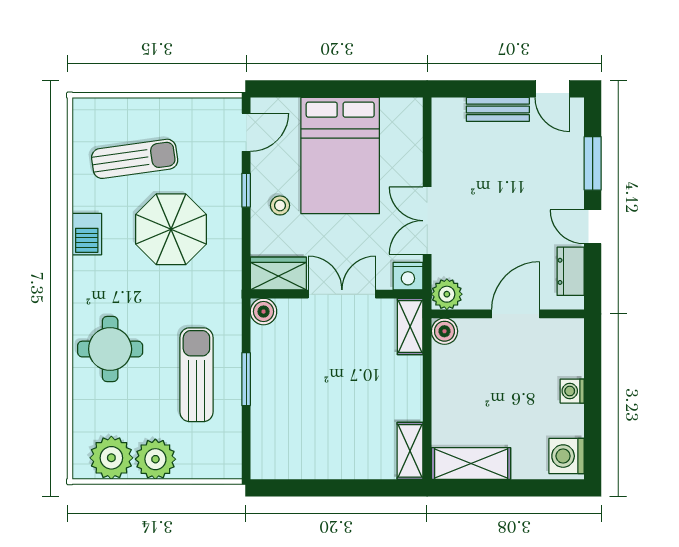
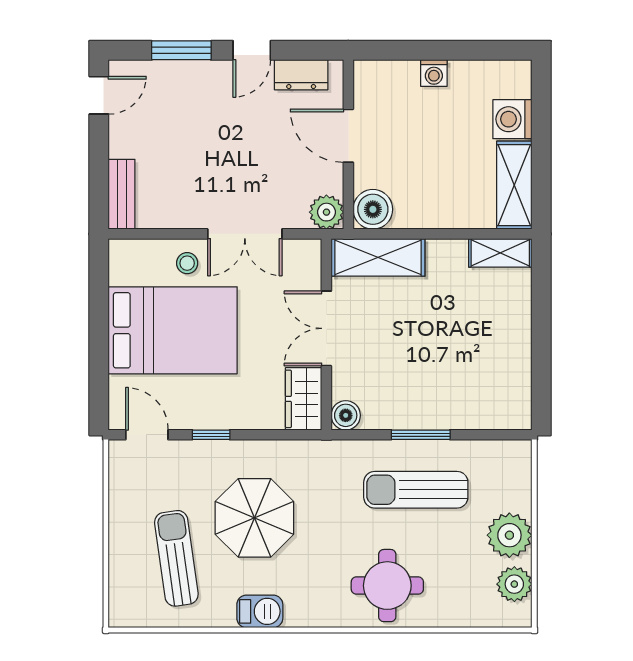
bench: (498, 109) -> (122, 194), moved
stool: (280, 205) -> (187, 263), moved
nightstand: (408, 276) -> (306, 255), removed
shelving: (410, 326) -> (378, 257), width x1.50, depth x1.33
boiler: (444, 331) -> (373, 209), width x1.36, depth x1.36
washing machine: (567, 456) -> (512, 119), moved, turned 90
plant: (111, 458) -> (514, 584), width x0.73, depth x0.73

